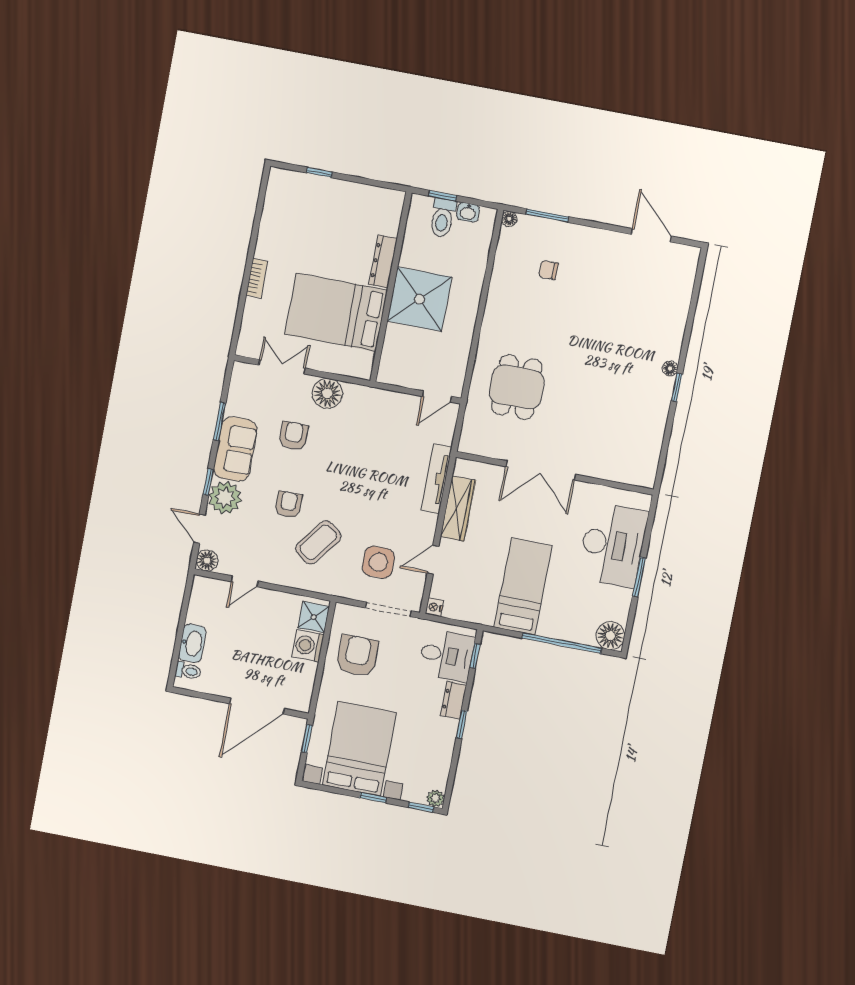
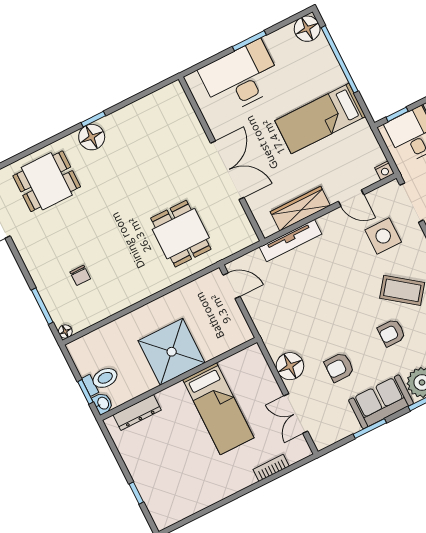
washbasin: (468, 212) -> (103, 403), moved
dresser: (383, 262) -> (137, 412), moved
bookcase: (257, 278) -> (271, 468), moved
dining table: (654, 304) -> (47, 181), added
bed: (336, 312) -> (218, 409), width x0.67
floor lamp: (670, 368) -> (92, 137), width x1.89, depth x1.89
dining table: (517, 387) -> (181, 234), turned 90

